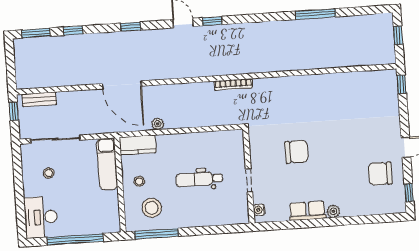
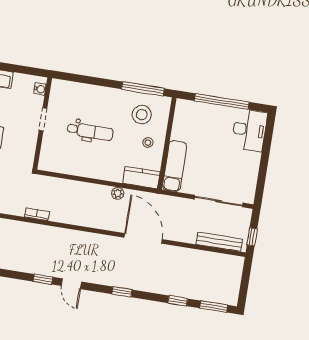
bookcase: (233, 84) -> (37, 214), width x0.64
bench: (39, 99) -> (219, 242), width x1.36
stool: (49, 173) -> (232, 170), removed

